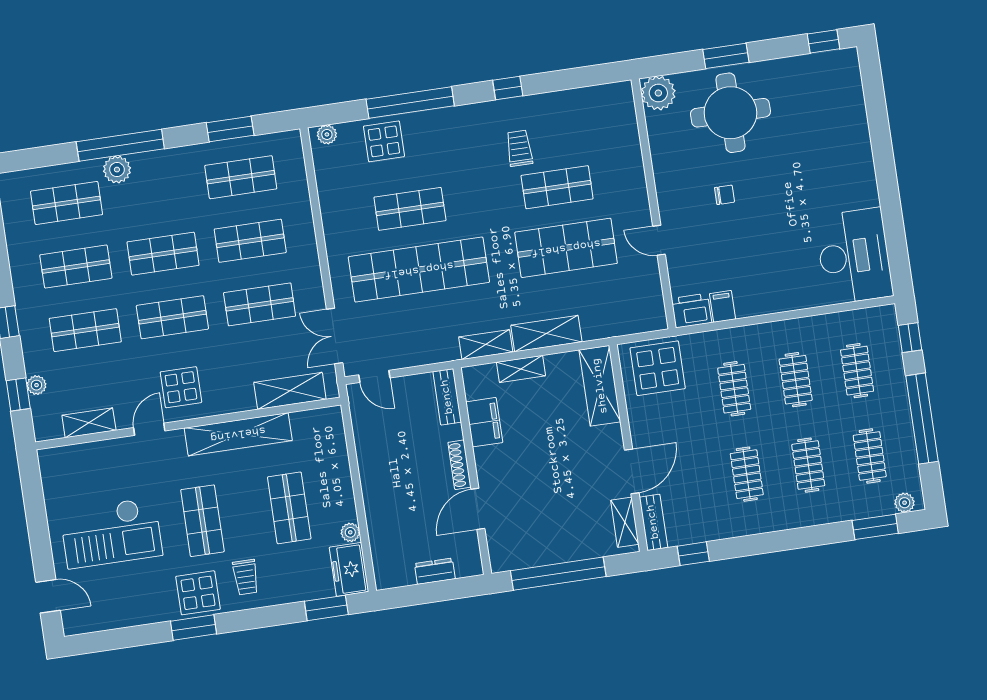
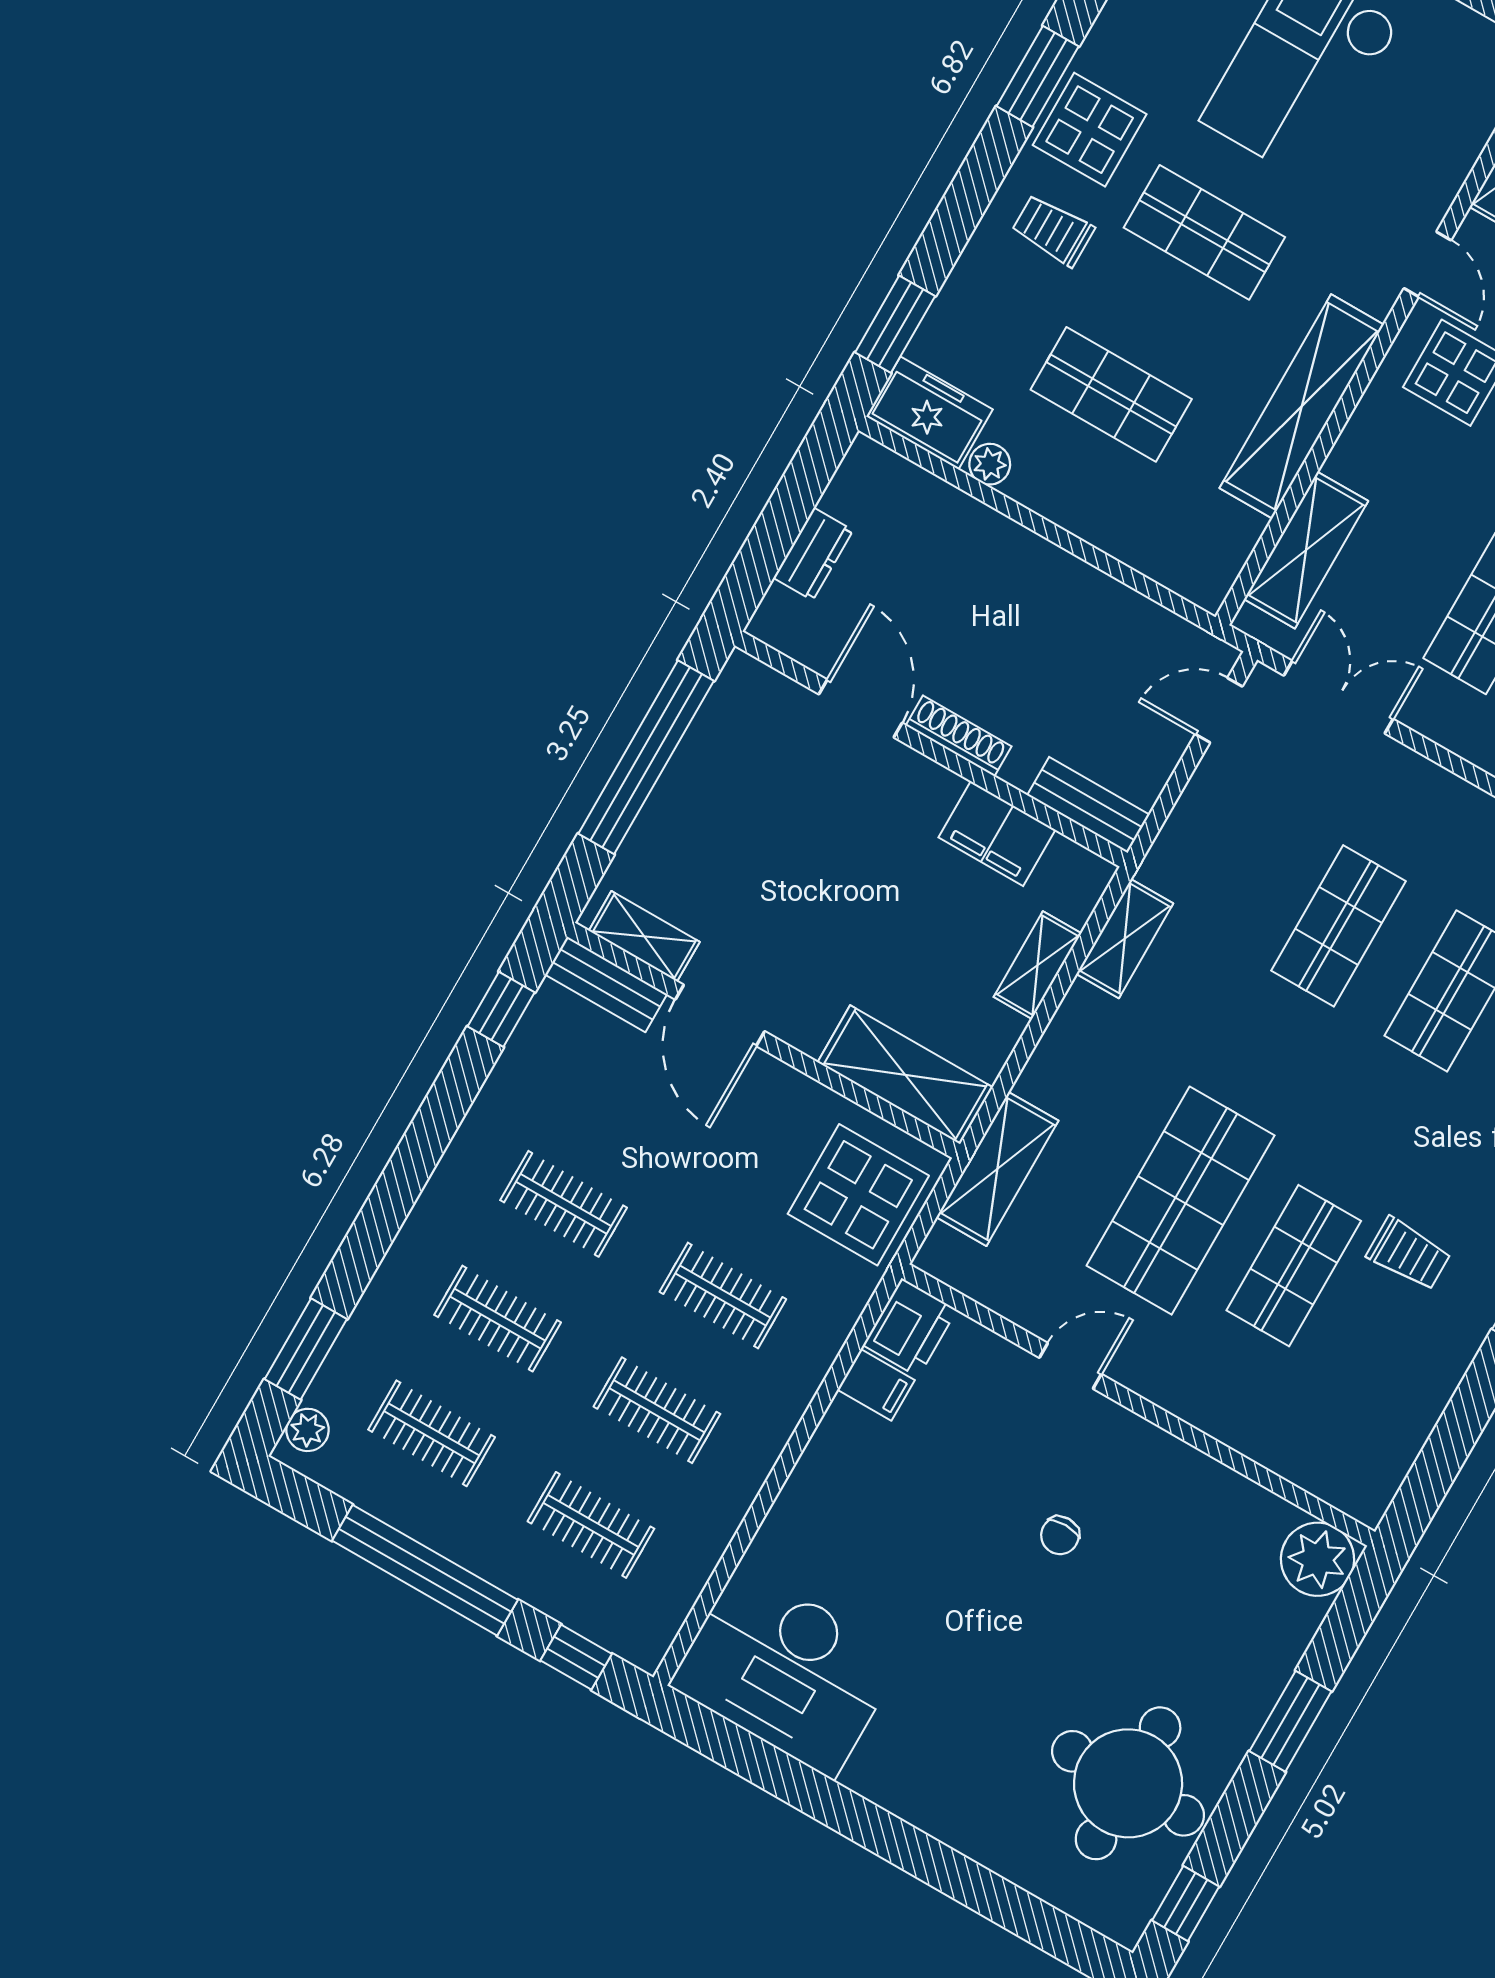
round table: (730, 113) -> (1128, 1783), moved
shop shelf: (419, 270) -> (1339, 926), width x0.50, depth x0.74
shelving: (546, 334) -> (997, 1169), moved

